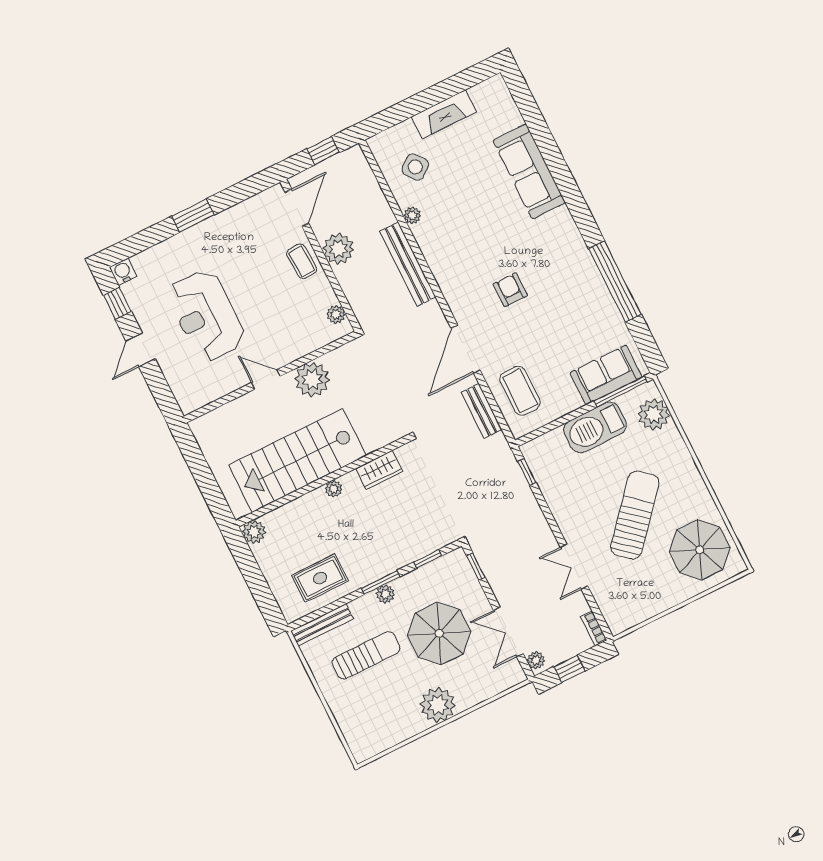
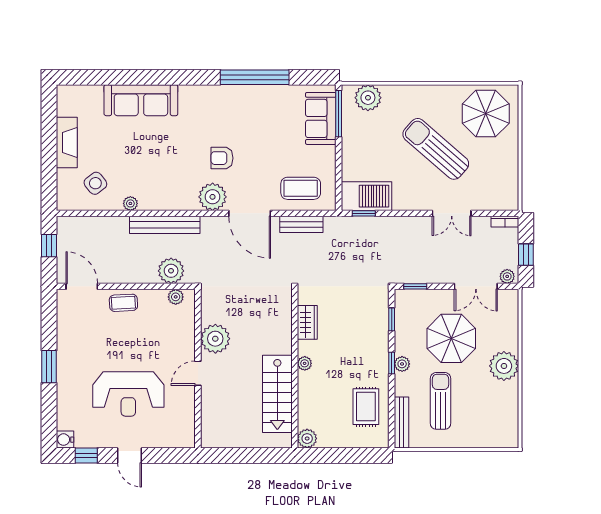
plant: (338, 249) -> (171, 271), moved
plant: (464, 300) -> (213, 197), added
barbecue: (595, 427) -> (366, 196), moved, turned -90
stairs: (297, 460) -> (277, 394), width x0.73, depth x0.66
window: (381, 582) -> (392, 363), width x0.67

